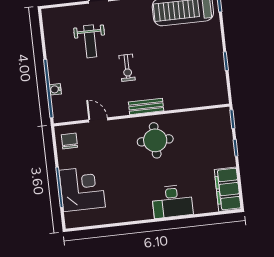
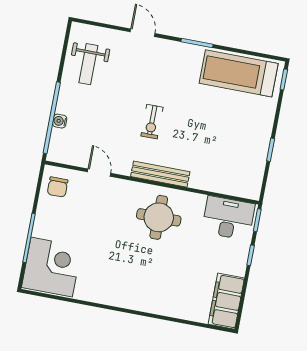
weight bench: (90, 41) -> (88, 64), moved
bench: (146, 106) -> (160, 174), width x1.36
chair: (69, 141) -> (58, 187), turned 180
corner desk: (82, 189) -> (52, 267), moved
desk: (172, 201) -> (228, 218), moved, turned 180

